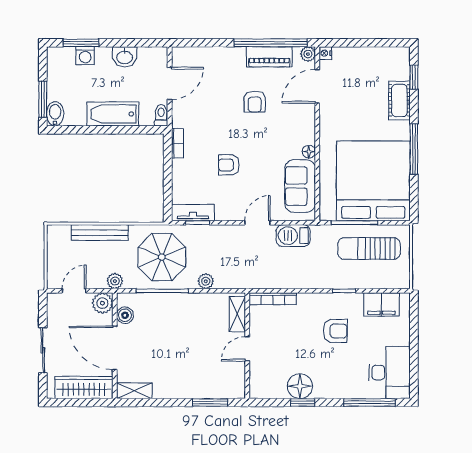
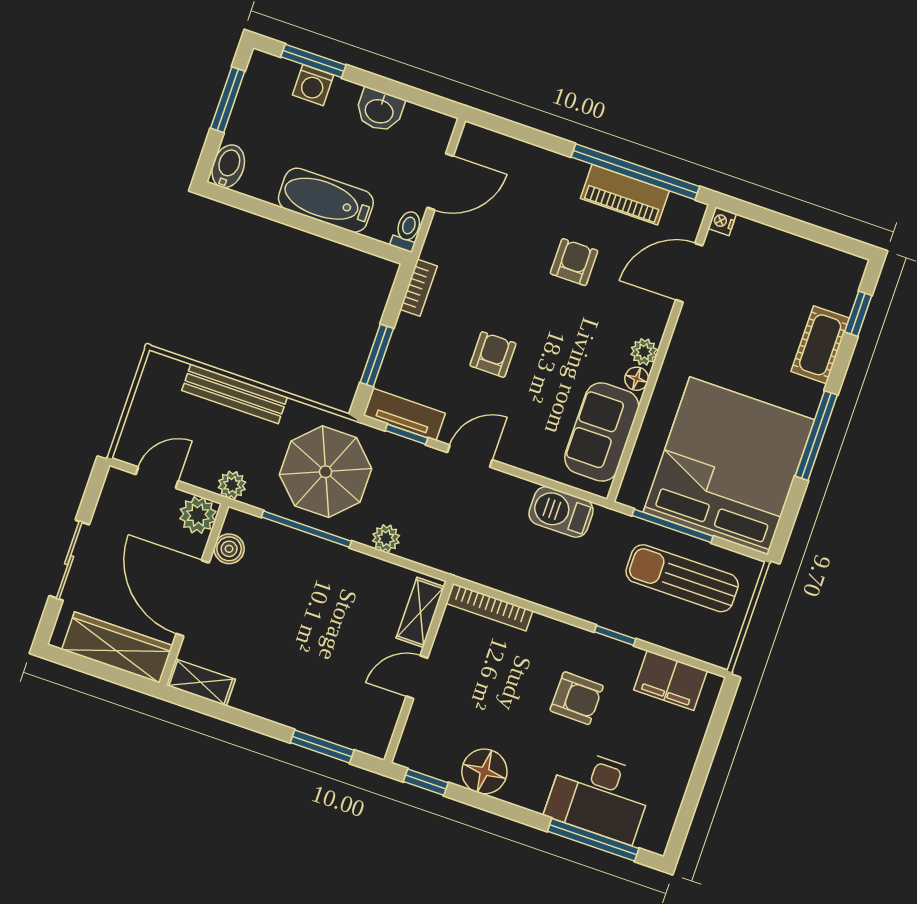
plant: (308, 54) -> (644, 352), moved
window: (43, 99) -> (228, 100), moved
armchair: (255, 102) -> (574, 262), turned 180
armchair: (229, 165) -> (493, 355), turned 90
window: (168, 187) -> (377, 355), added
door: (257, 223) -> (470, 456), moved
desk: (389, 373) -> (599, 796), moved, turned 90
window: (303, 402) -> (426, 782), moved

